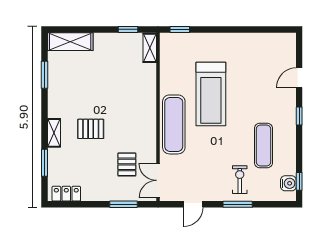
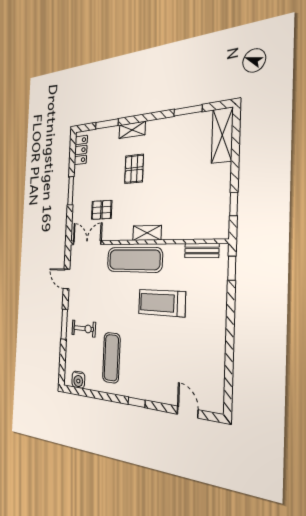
shelving: (150, 48) -> (147, 233), moved
bench: (166, 57) -> (202, 250), added
door: (299, 78) -> (188, 412), moved
treadmill: (211, 94) -> (162, 303), width x0.73, depth x0.73
exercise mat: (263, 146) -> (111, 358), turned 90
window: (299, 181) -> (79, 391), removed
window: (123, 204) -> (71, 191), moved

